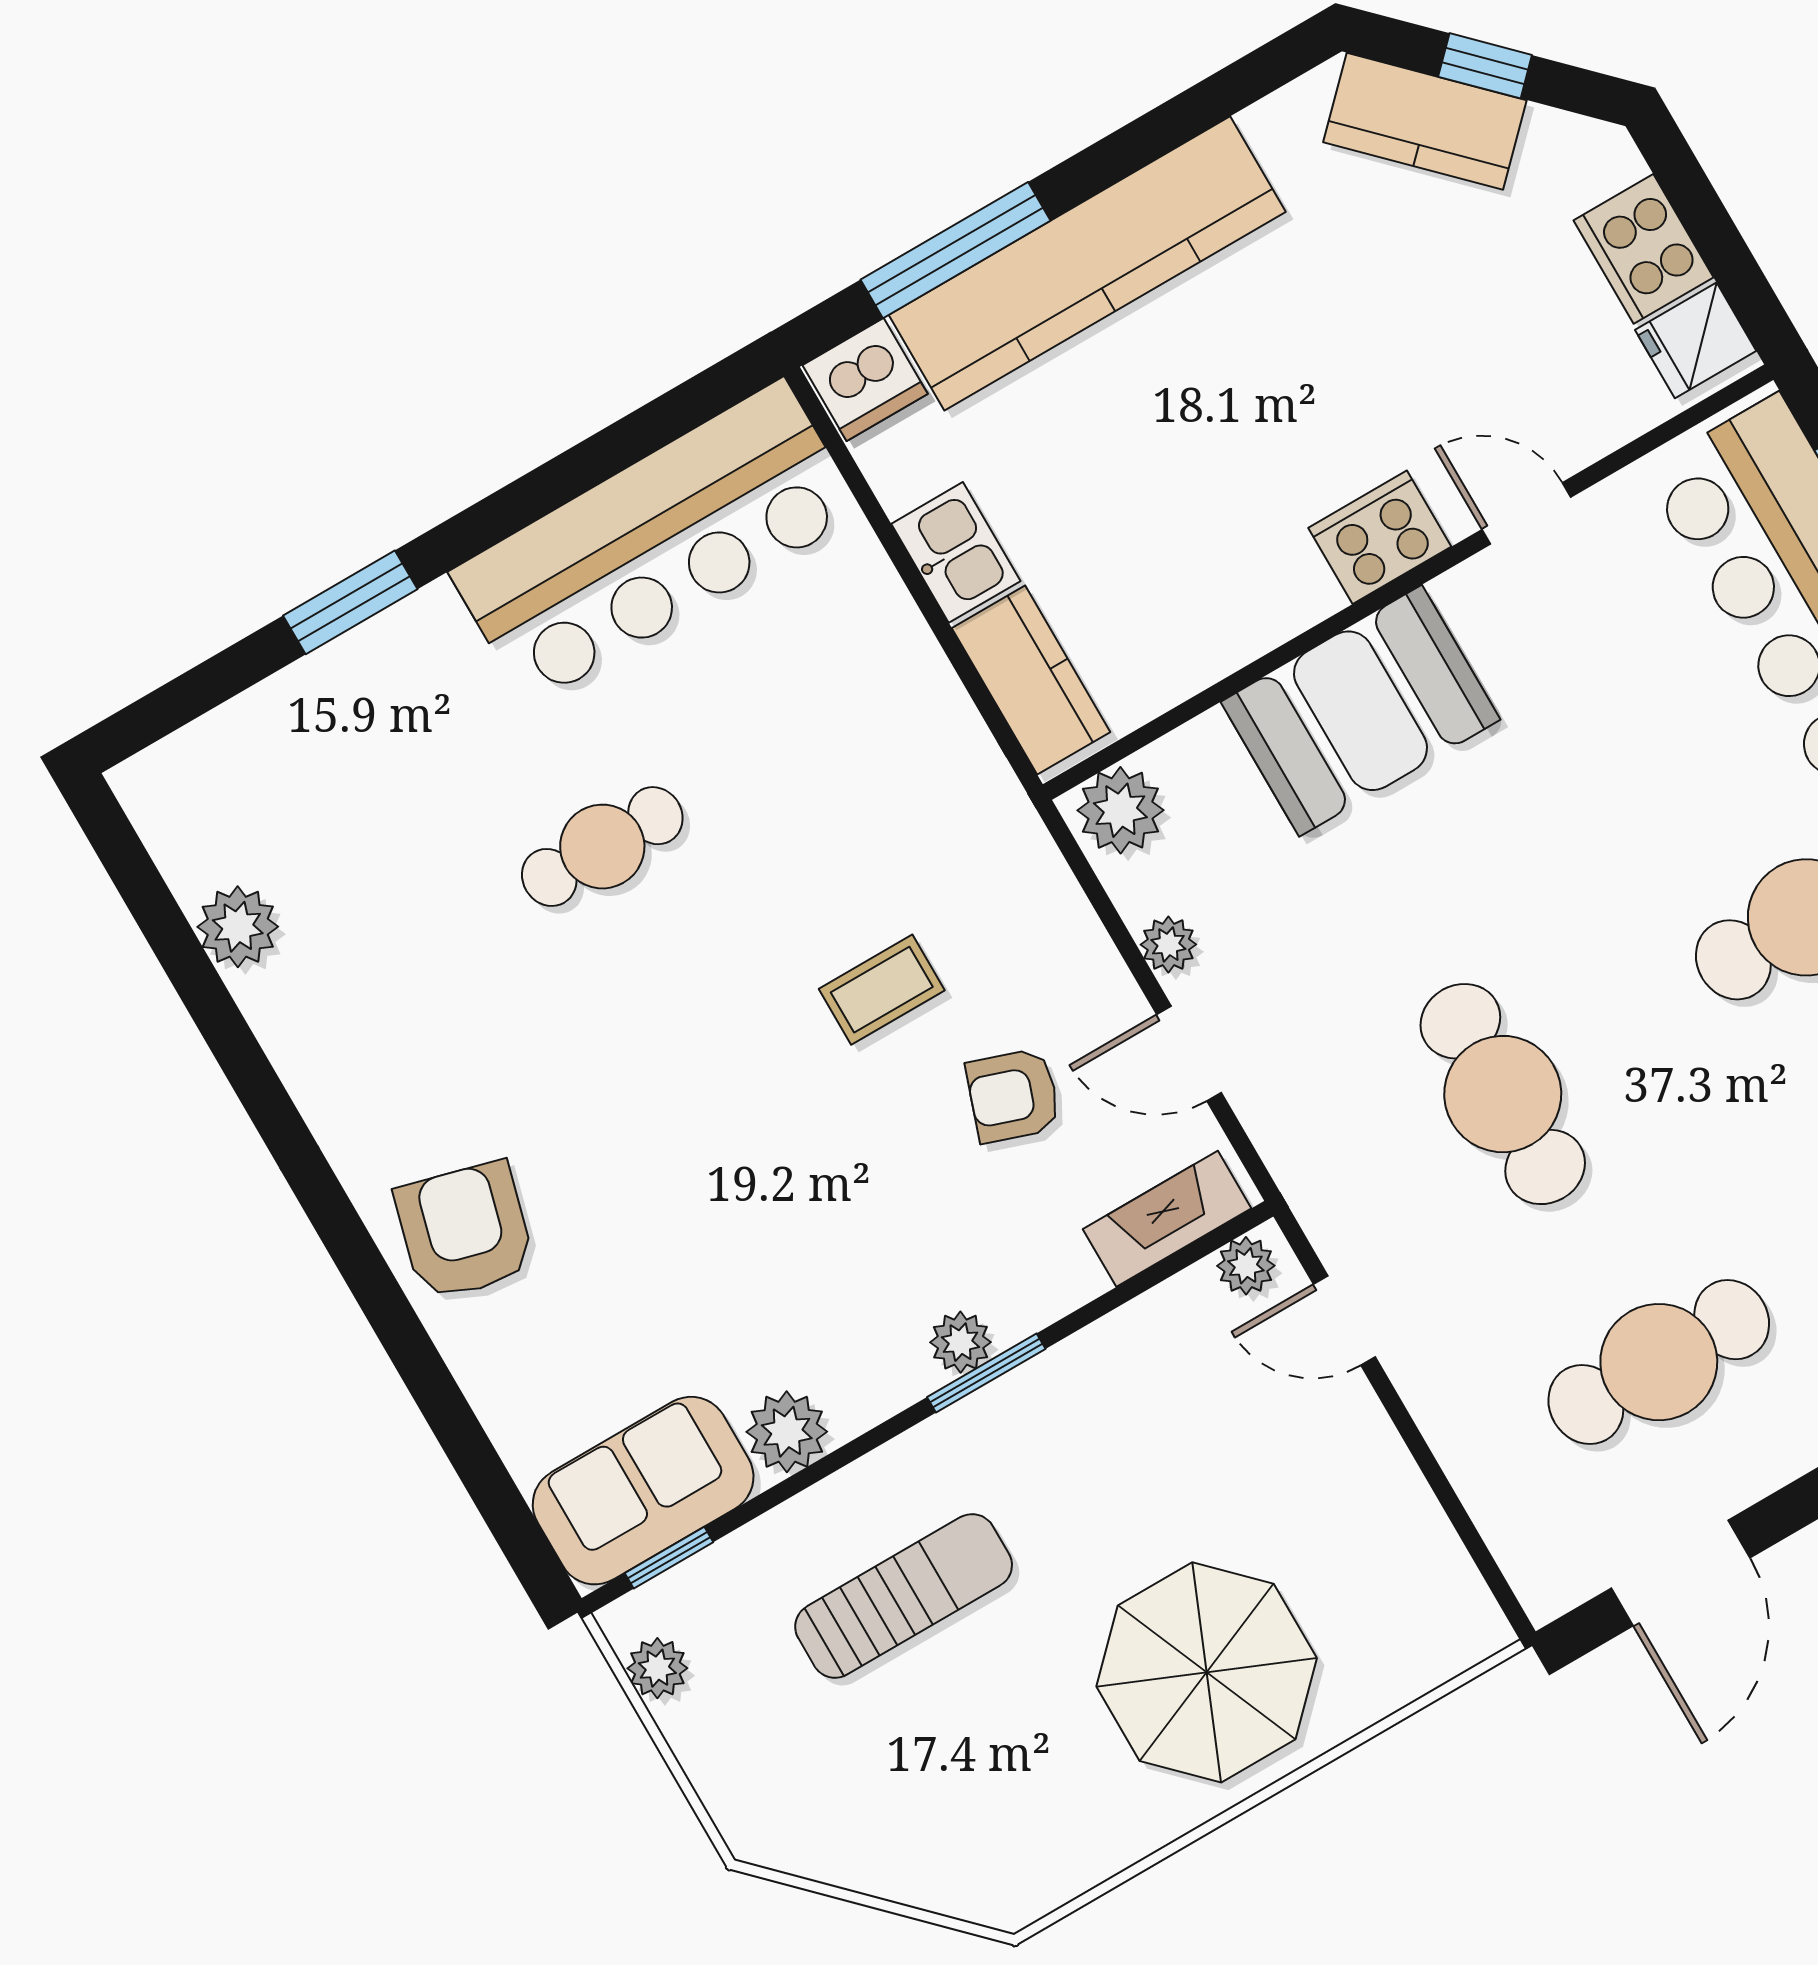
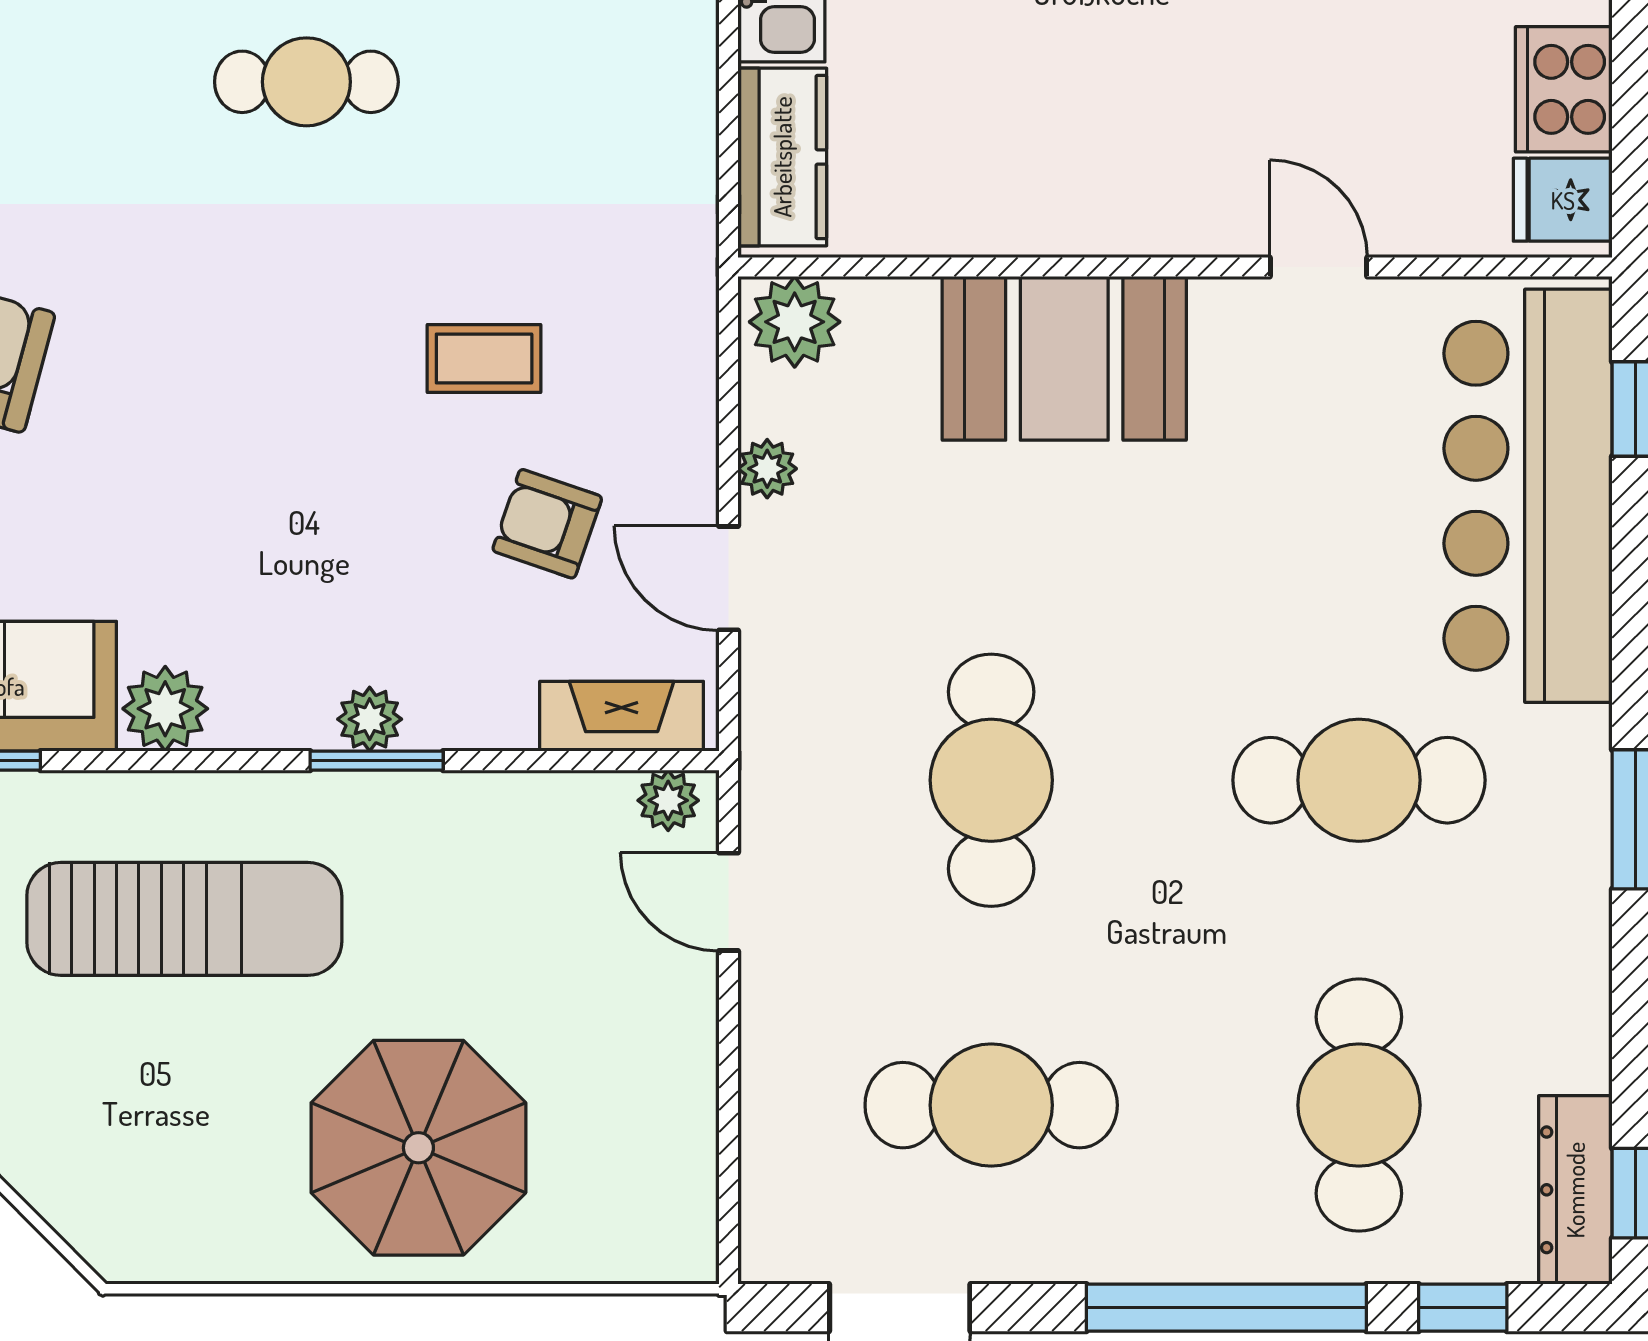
cooker: (1380, 537) -> (1173, 211), removed
sun lounger: (904, 1596) -> (184, 919), width x1.36, depth x1.34

